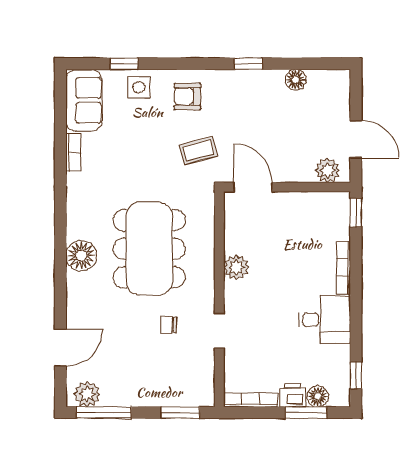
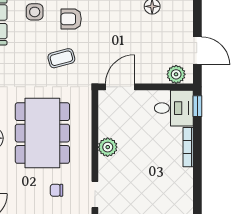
coffee table: (198, 150) -> (61, 58), moved
door: (253, 187) -> (120, 87), hinge flipped
desk: (325, 320) -> (174, 108), moved

